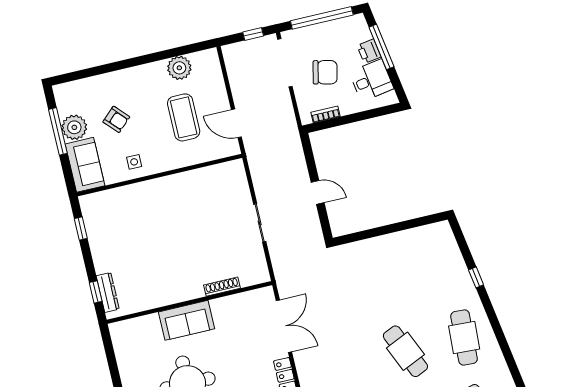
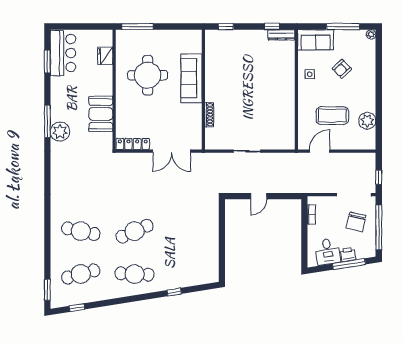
chair: (325, 72) -> (356, 222), moved
plant: (74, 127) -> (371, 34), moved, width x0.53, depth x0.53
dresser: (108, 292) -> (281, 35), moved
sofa: (186, 320) -> (191, 78), width x1.36

